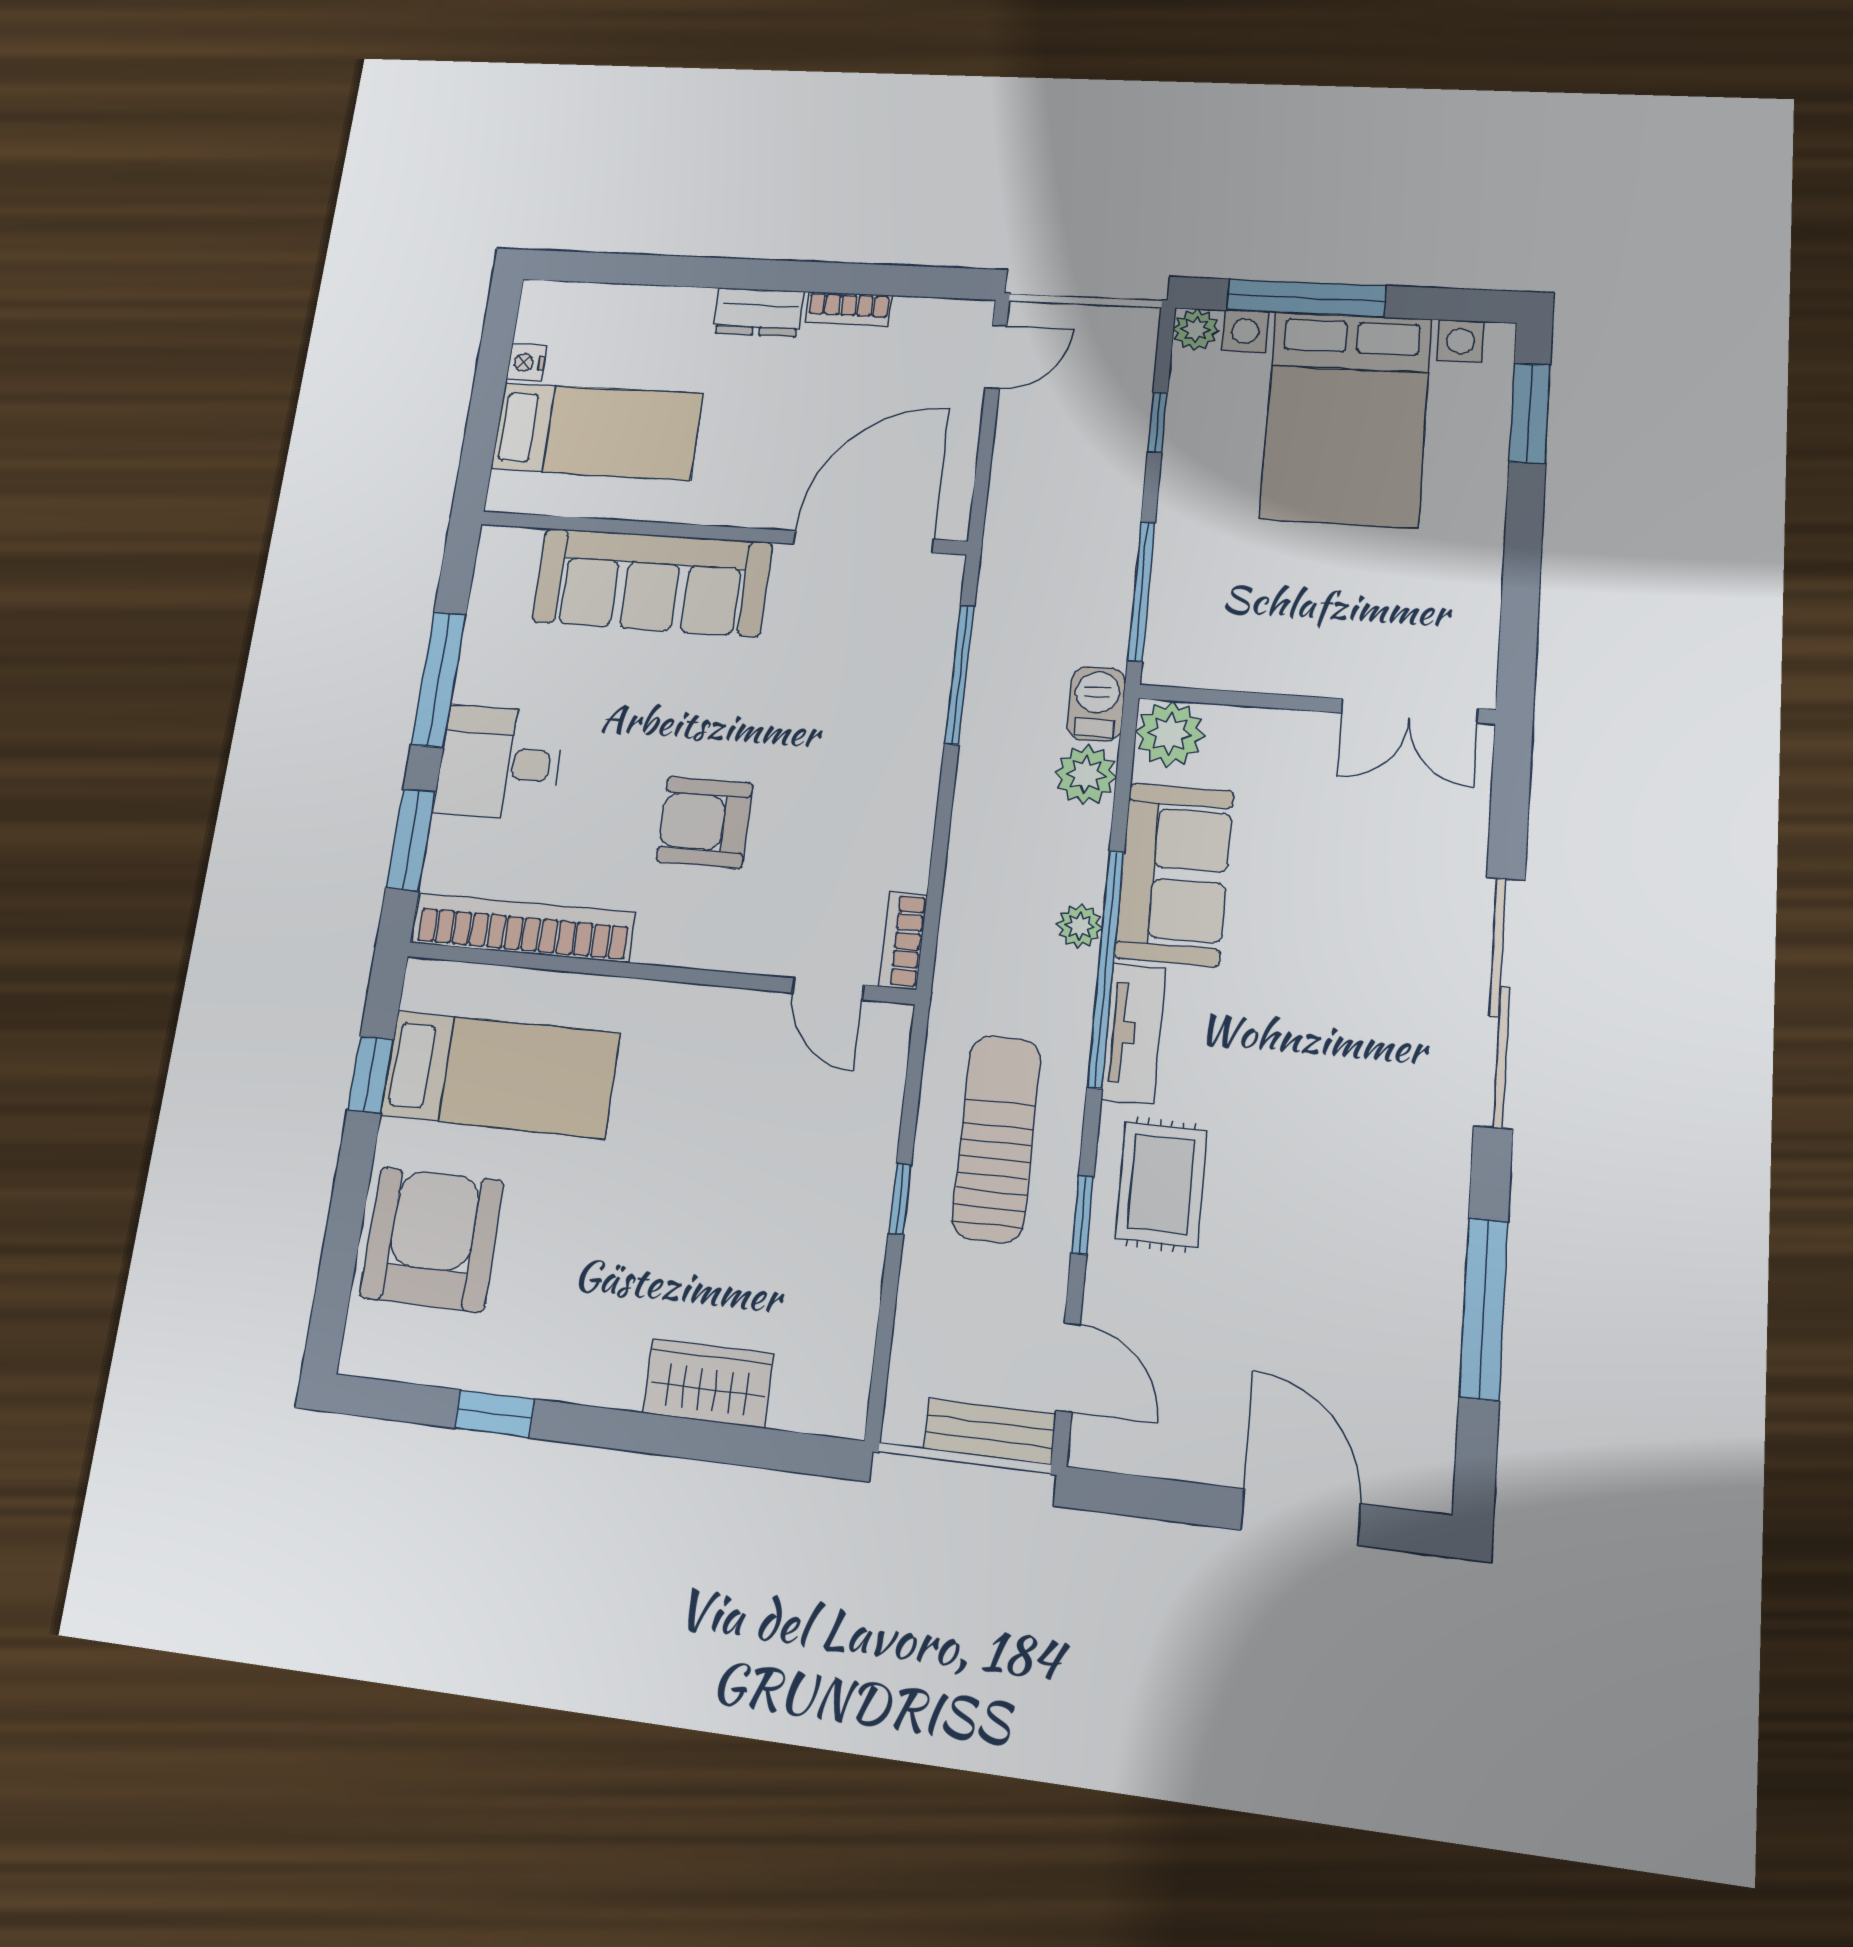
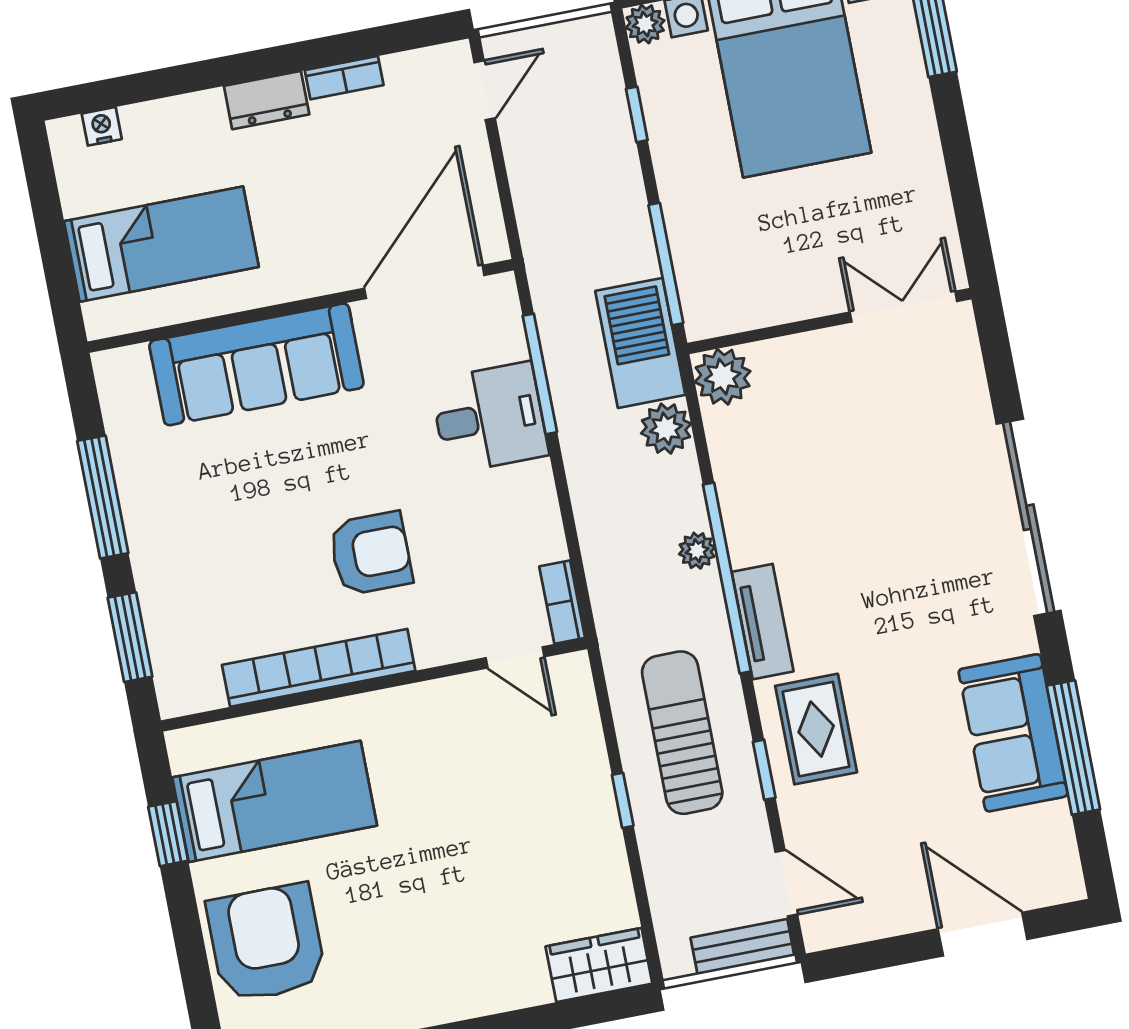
nightstand: (526, 362) -> (102, 126), moved, turned 90
barbecue: (1096, 704) -> (640, 343), width x1.88, depth x1.53
double door: (1409, 711) -> (903, 307), swing flipped
desk: (499, 763) -> (489, 418), moved, turned 180
armchair: (704, 822) -> (371, 553), turned 180
sofa: (1174, 874) -> (1013, 733), moved, turned 180
bookcase: (523, 928) -> (319, 668), moved
wardrobe: (708, 1383) -> (599, 965), moved

